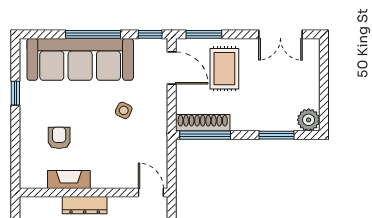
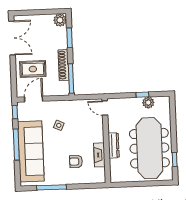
window: (204, 34) -> (14, 82), removed
double door: (280, 34) -> (12, 38), width x1.37
window: (15, 93) -> (52, 187), width x2.17
shoe rack: (203, 123) -> (63, 65), moved
door: (151, 192) -> (105, 108), hinge flipped

